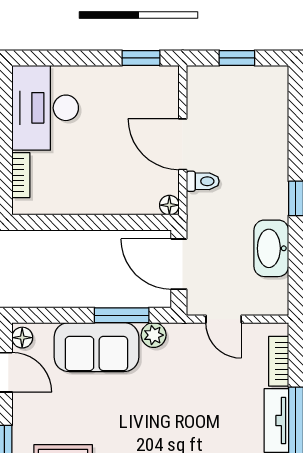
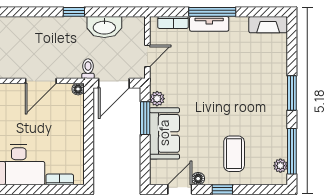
toilet: (203, 181) -> (88, 69), moved
floor lamp: (22, 338) -> (198, 179), moved

